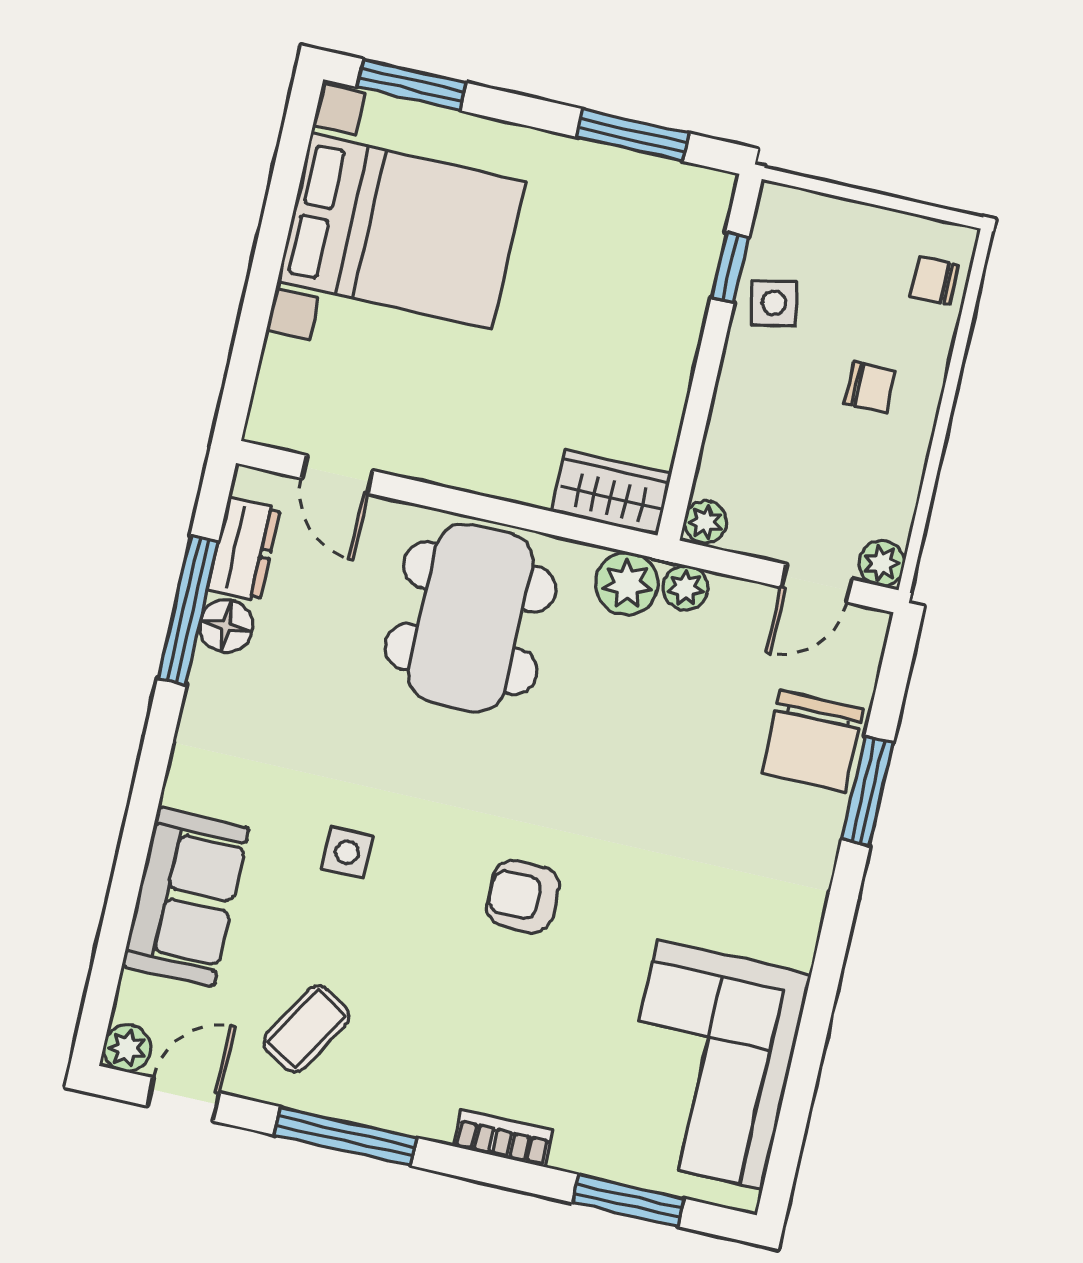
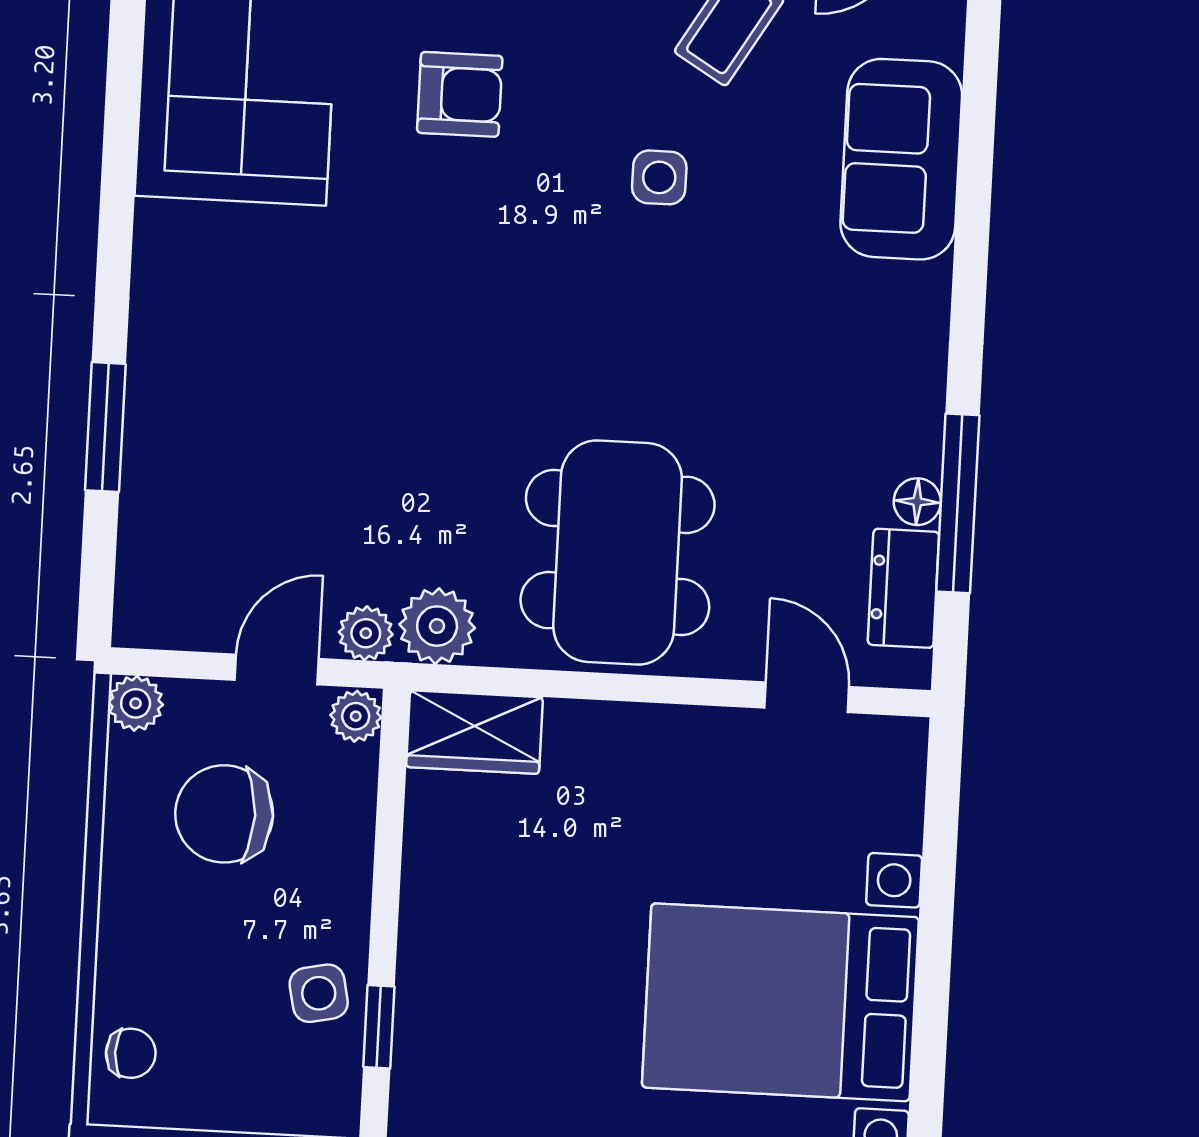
chair: (870, 387) -> (224, 814), moved, width x1.87, depth x1.87
door: (816, 583) -> (277, 669), moved
floor lamp: (226, 626) -> (917, 502), width x0.73, depth x0.73
chair: (813, 741) -> (182, 476), removed
side table: (347, 852) -> (659, 177), moved
armchair: (523, 897) -> (460, 94), moved

